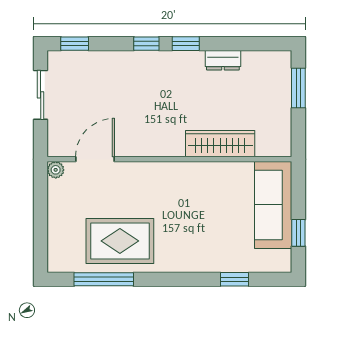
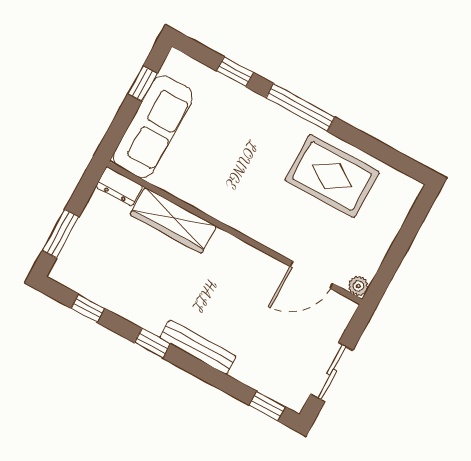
window: (146, 44) -> (88, 308), moved
bench: (150, 59) -> (198, 347), added
dresser: (223, 60) -> (119, 186), moved, turned 180
window: (104, 279) -> (300, 107), moved

